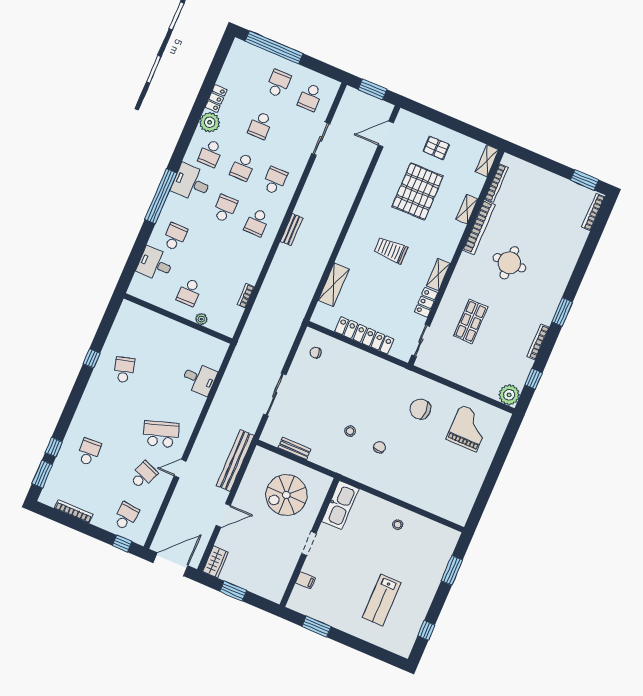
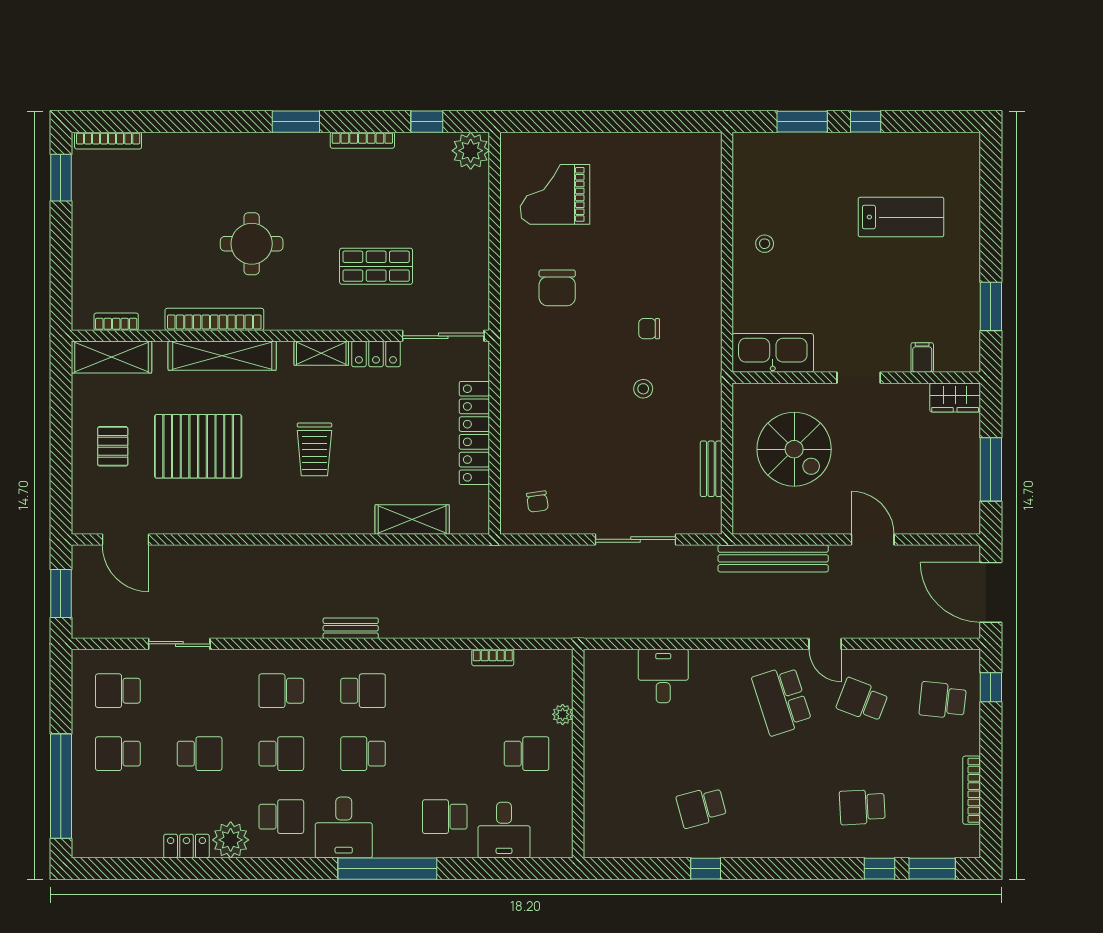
school desk: (310, 97) -> (118, 691), turned 180
shelving: (487, 161) -> (112, 357), width x1.50, depth x1.33
bookcase: (496, 183) -> (116, 322), width x0.64
shelving: (467, 209) -> (222, 356), width x2.20, depth x1.33
sliding door: (421, 341) -> (443, 336), width x1.37
wardrobe: (215, 562) -> (955, 397), moved, turned 180
window: (233, 591) -> (991, 469), width x1.44
window: (426, 630) -> (866, 122), moved

